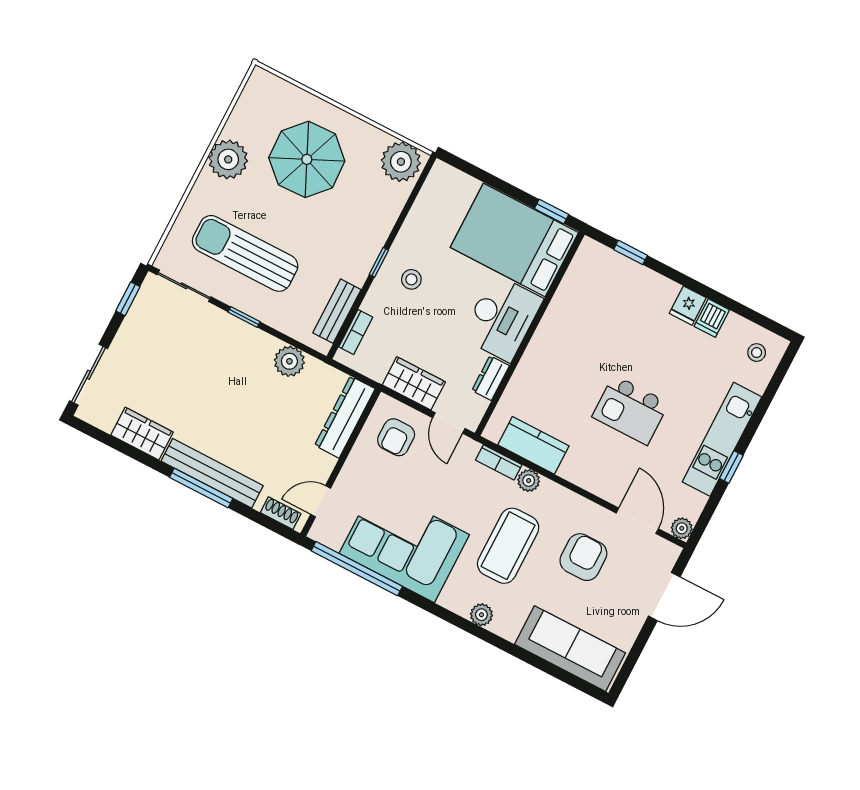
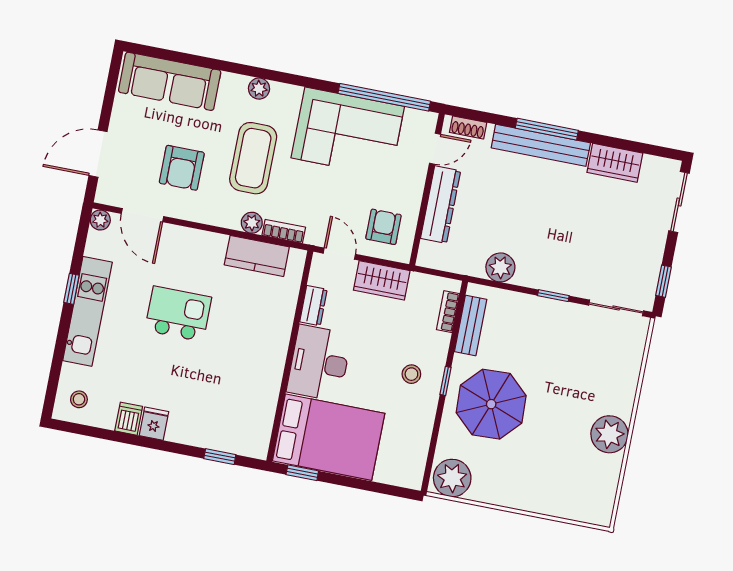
parasol: (307, 159) -> (491, 404), moved
sun lounger: (245, 253) -> (569, 354), removed
dresser: (345, 417) -> (441, 205), moved

